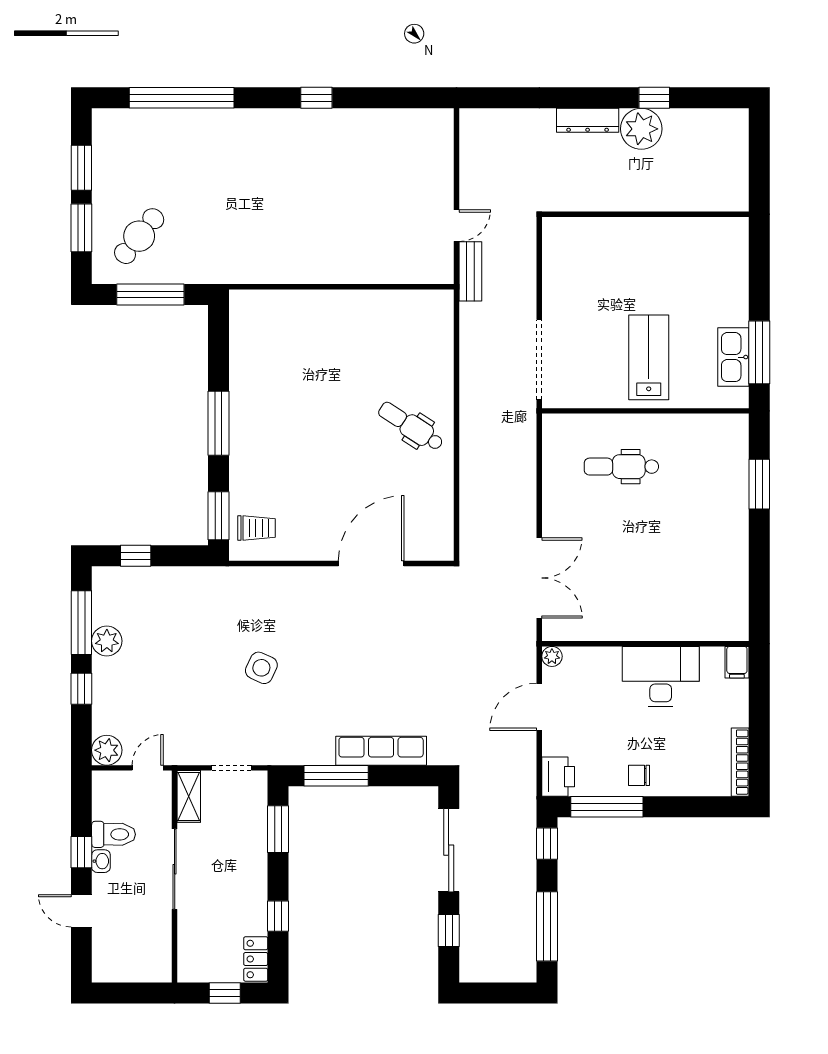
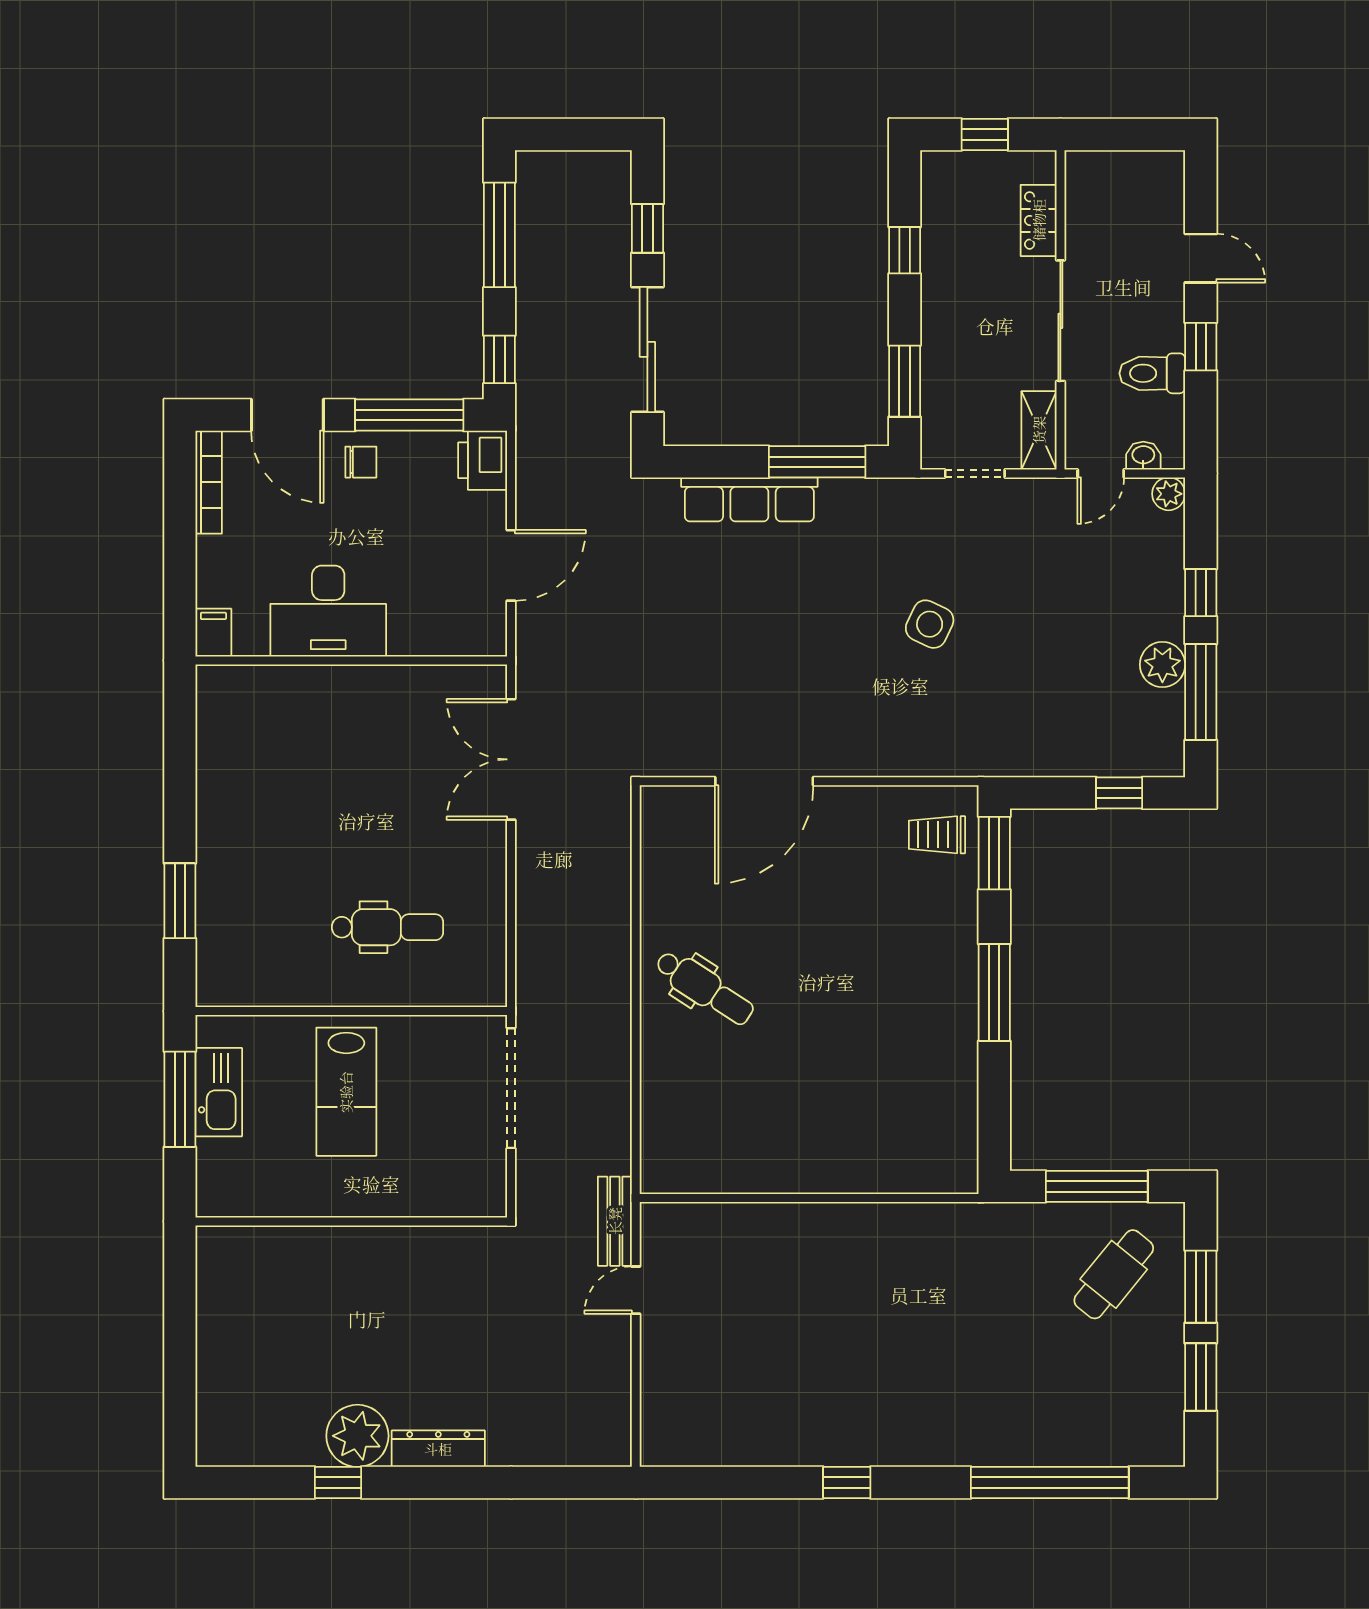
wall: (645, 214) -> (351, 1221), moved
plant: (552, 656) -> (492, 641), removed
plant: (107, 750) -> (1169, 494), width x0.73, depth x0.73
door: (688, 807) -> (287, 415), added
washbasin: (101, 861) -> (1143, 456), moved, turned 90
locker: (256, 959) -> (1039, 220), moved, turned 180

